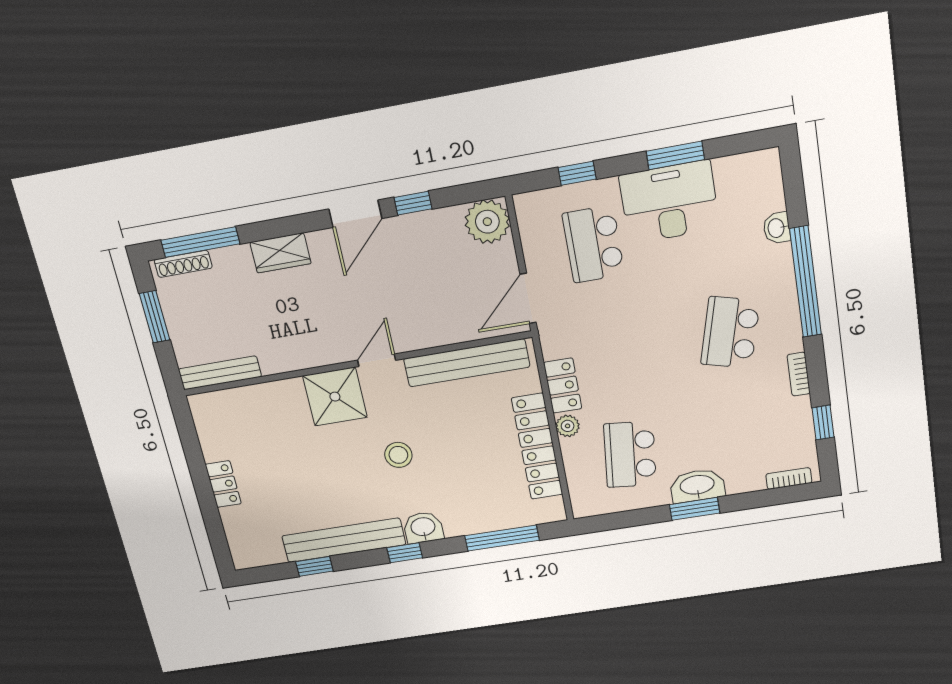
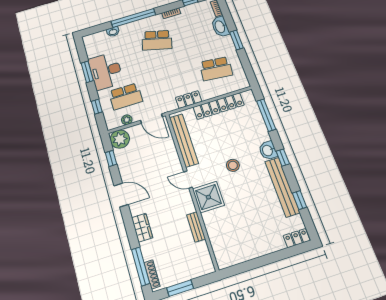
window: (413, 203) -> (111, 158), moved
bench: (220, 373) -> (196, 227), moved, width x0.73
plant: (568, 426) -> (127, 120), moved
locker: (223, 484) -> (297, 238), moved
washbasin: (697, 486) -> (220, 27), moved

